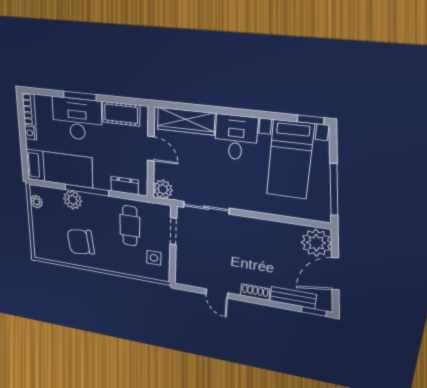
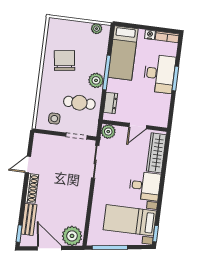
cot: (121, 114) -> (162, 107), removed
plant: (73, 200) -> (96, 80), moved
shoe rack: (255, 292) -> (32, 188), width x1.43

